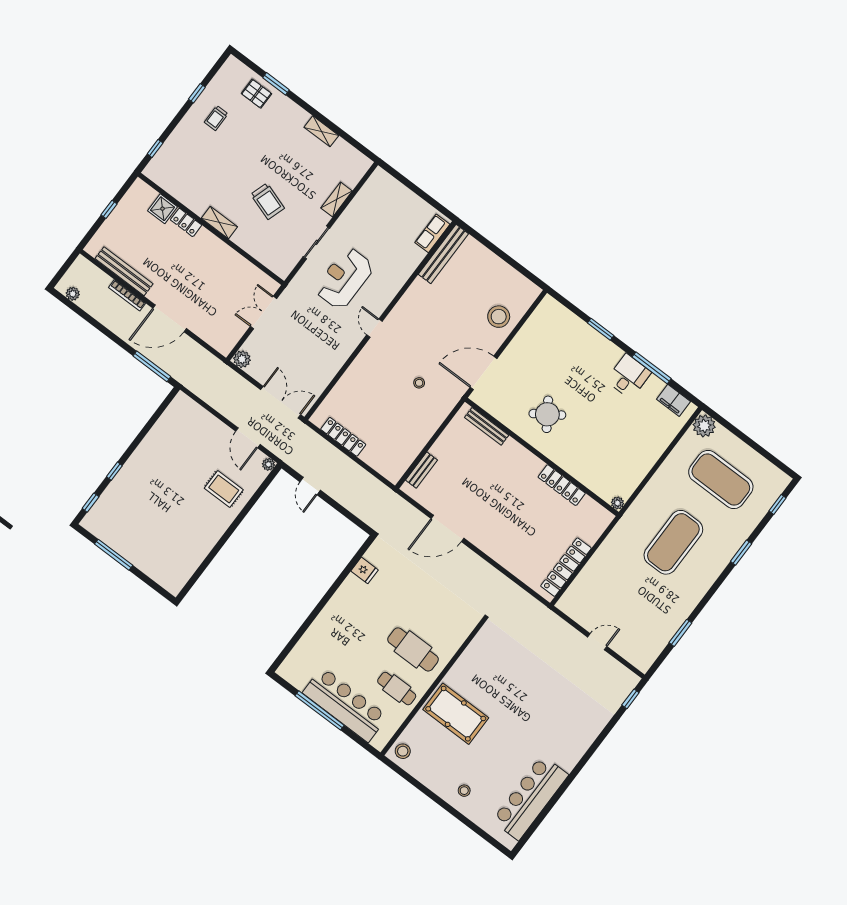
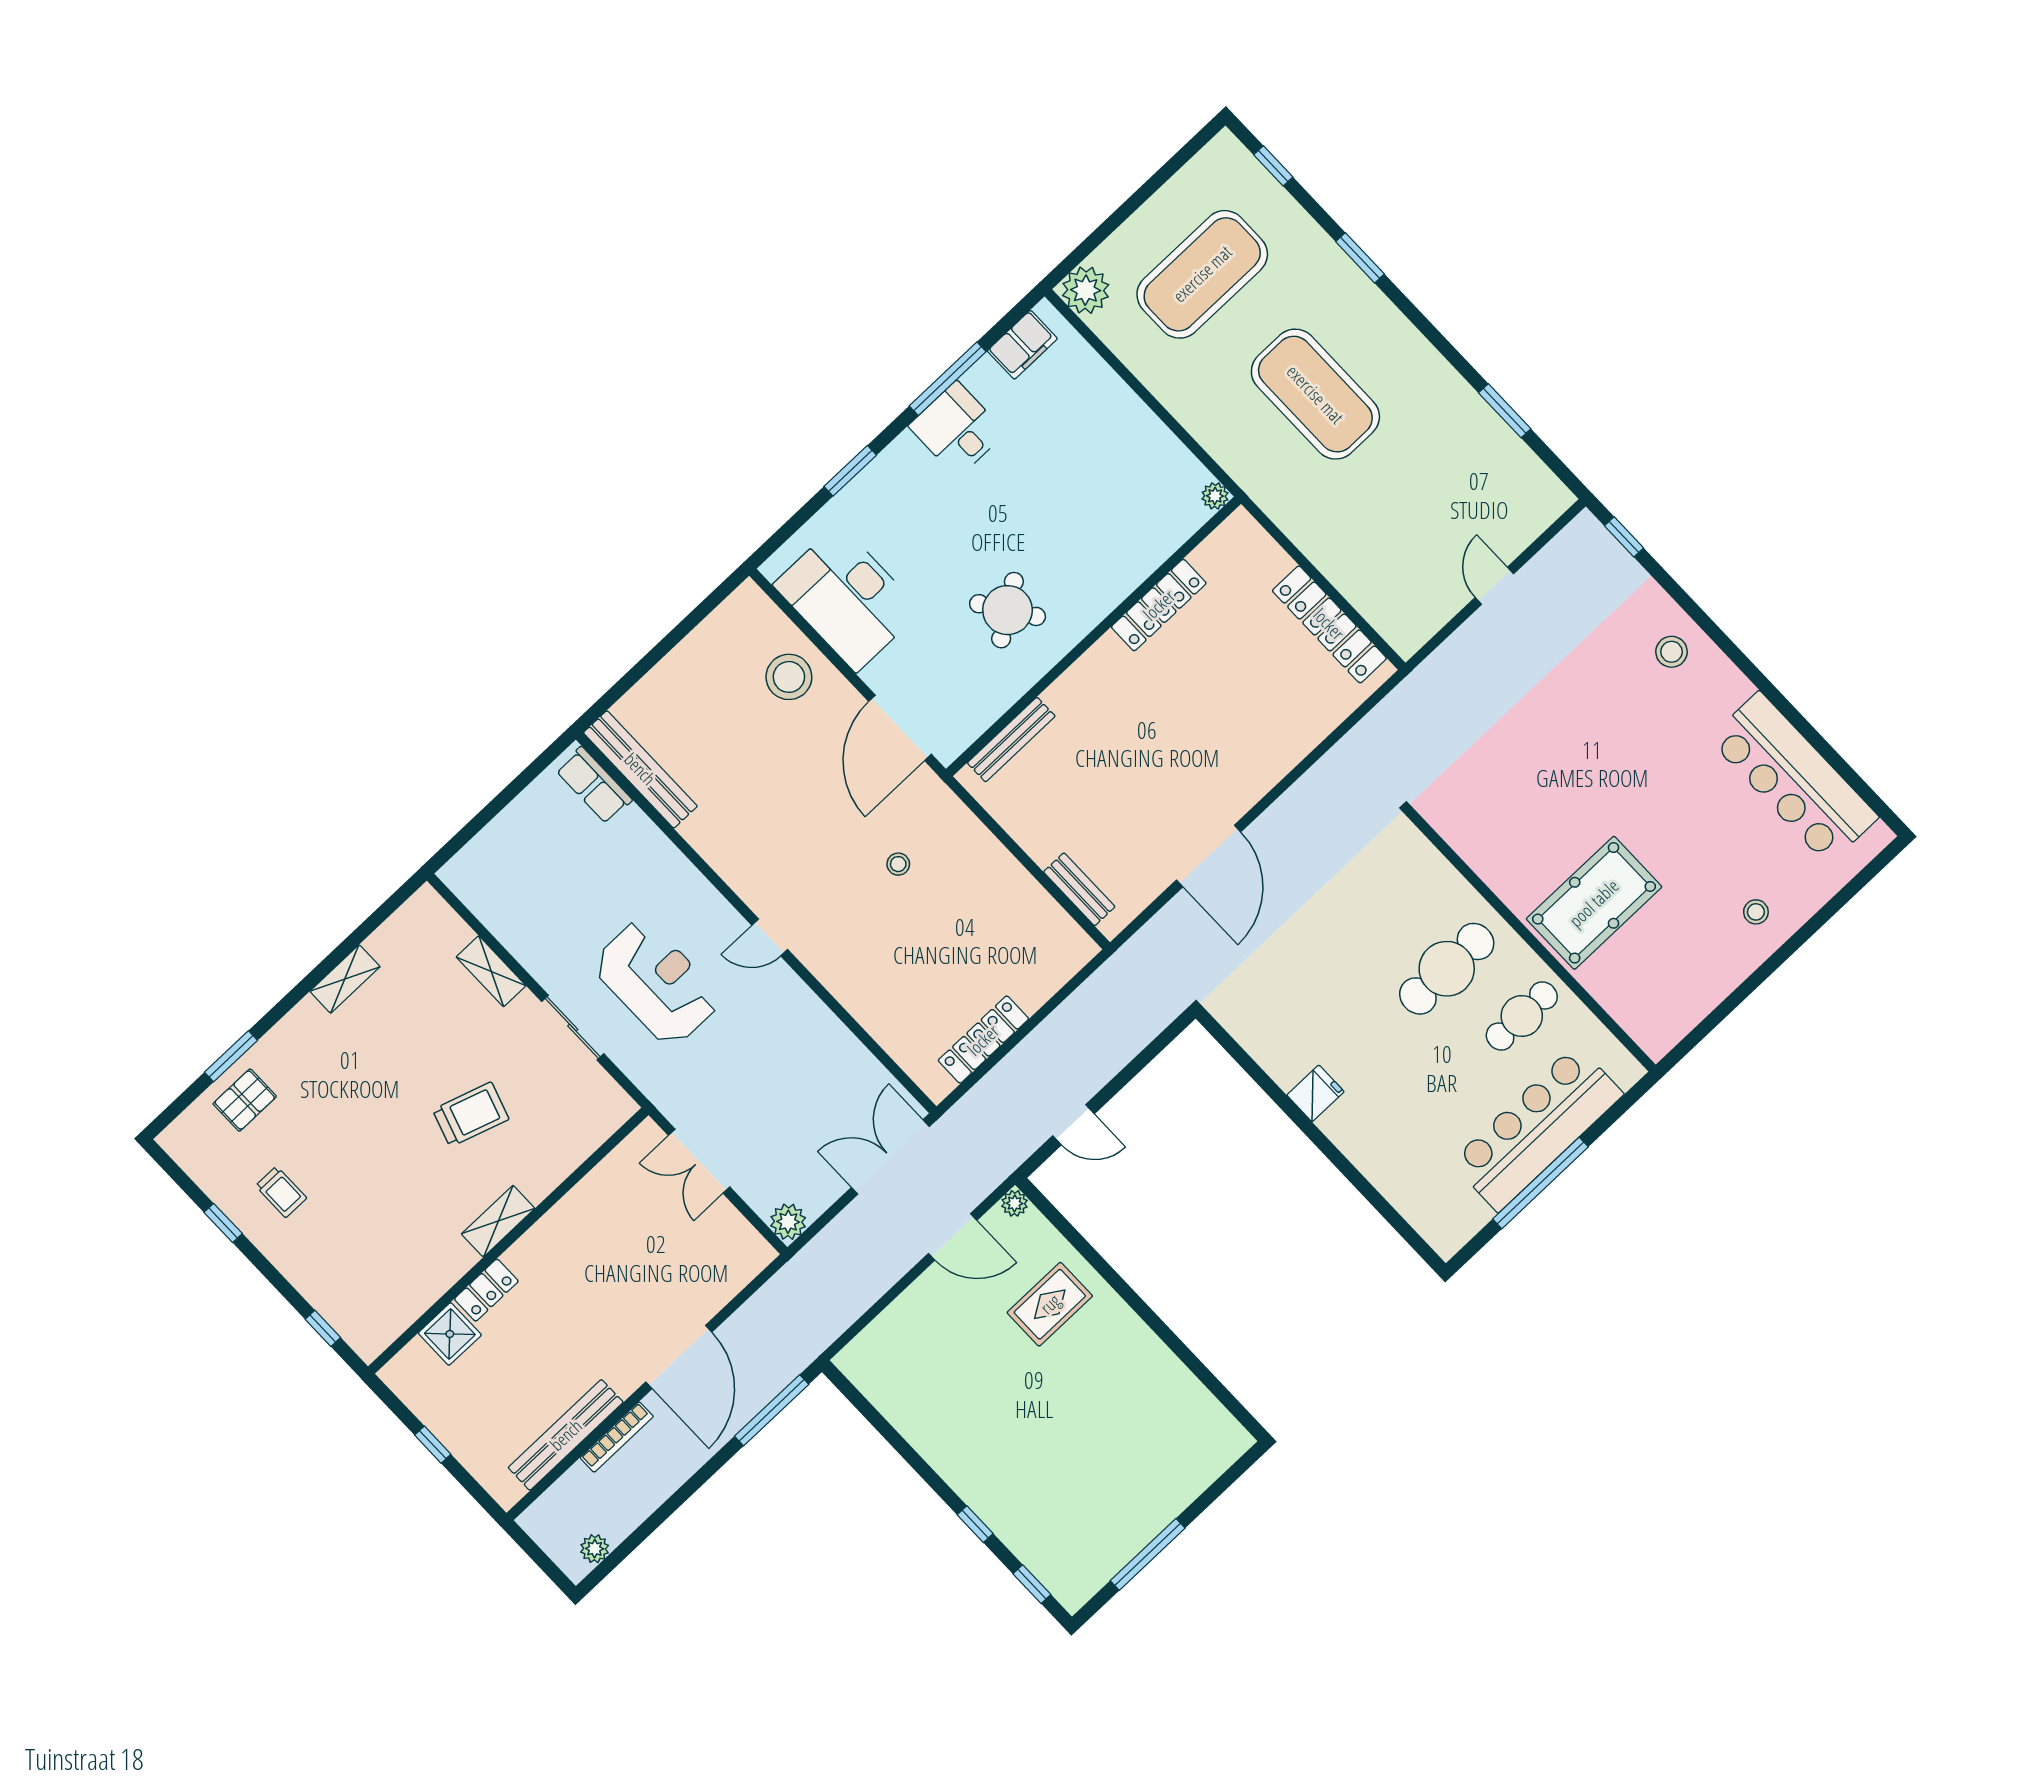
reception desk: (344, 278) -> (657, 982), turned 180
desk: (541, 338) -> (847, 598), added
fridge: (364, 570) -> (1315, 1093), moved
stool: (403, 751) -> (1671, 652), moved

